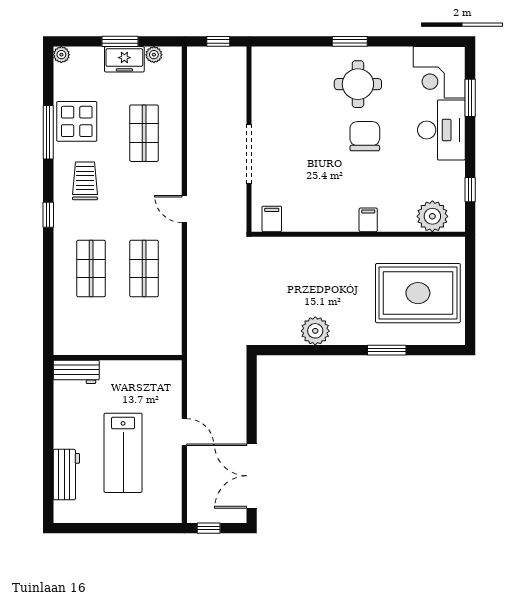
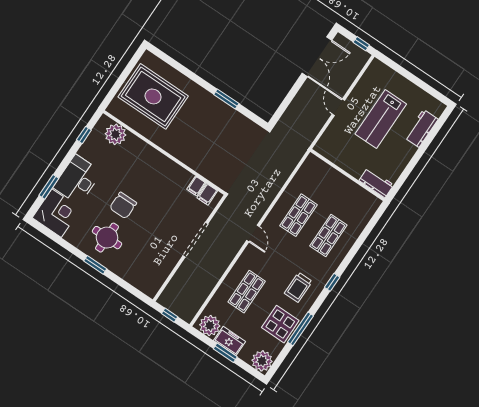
plant: (61, 55) -> (262, 361), width x1.87, depth x1.87
plant: (154, 55) -> (210, 325), width x1.88, depth x1.88
filing cabinet: (368, 220) -> (196, 186), moved
plant: (315, 331) -> (226, 114), removed
window: (387, 350) -> (226, 99), moved
lab bench: (123, 453) -> (381, 119), turned 180

